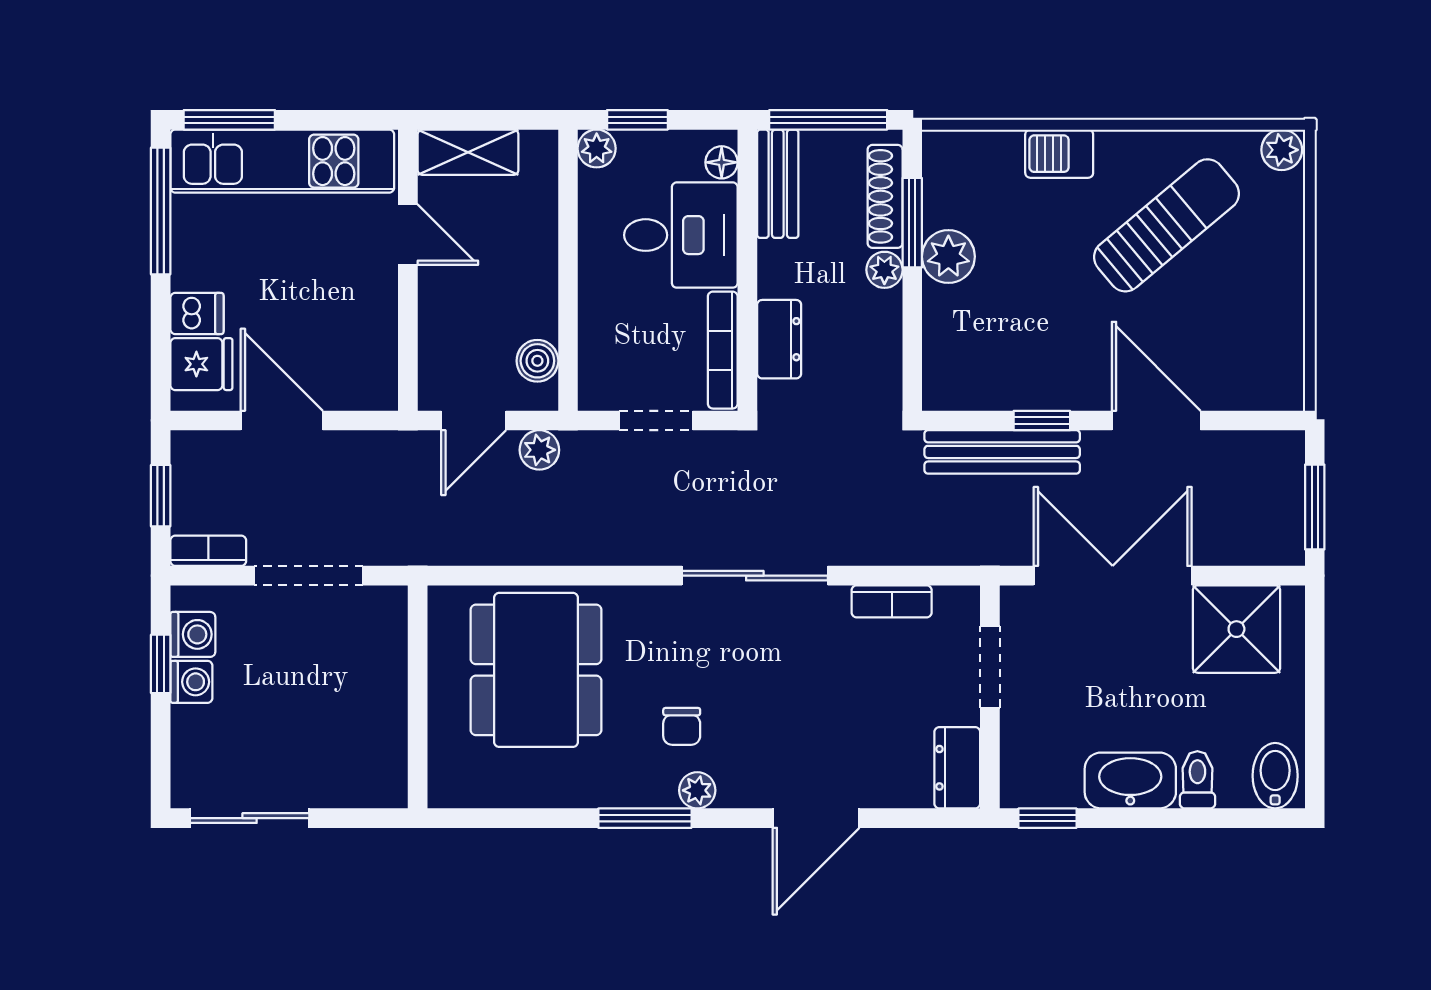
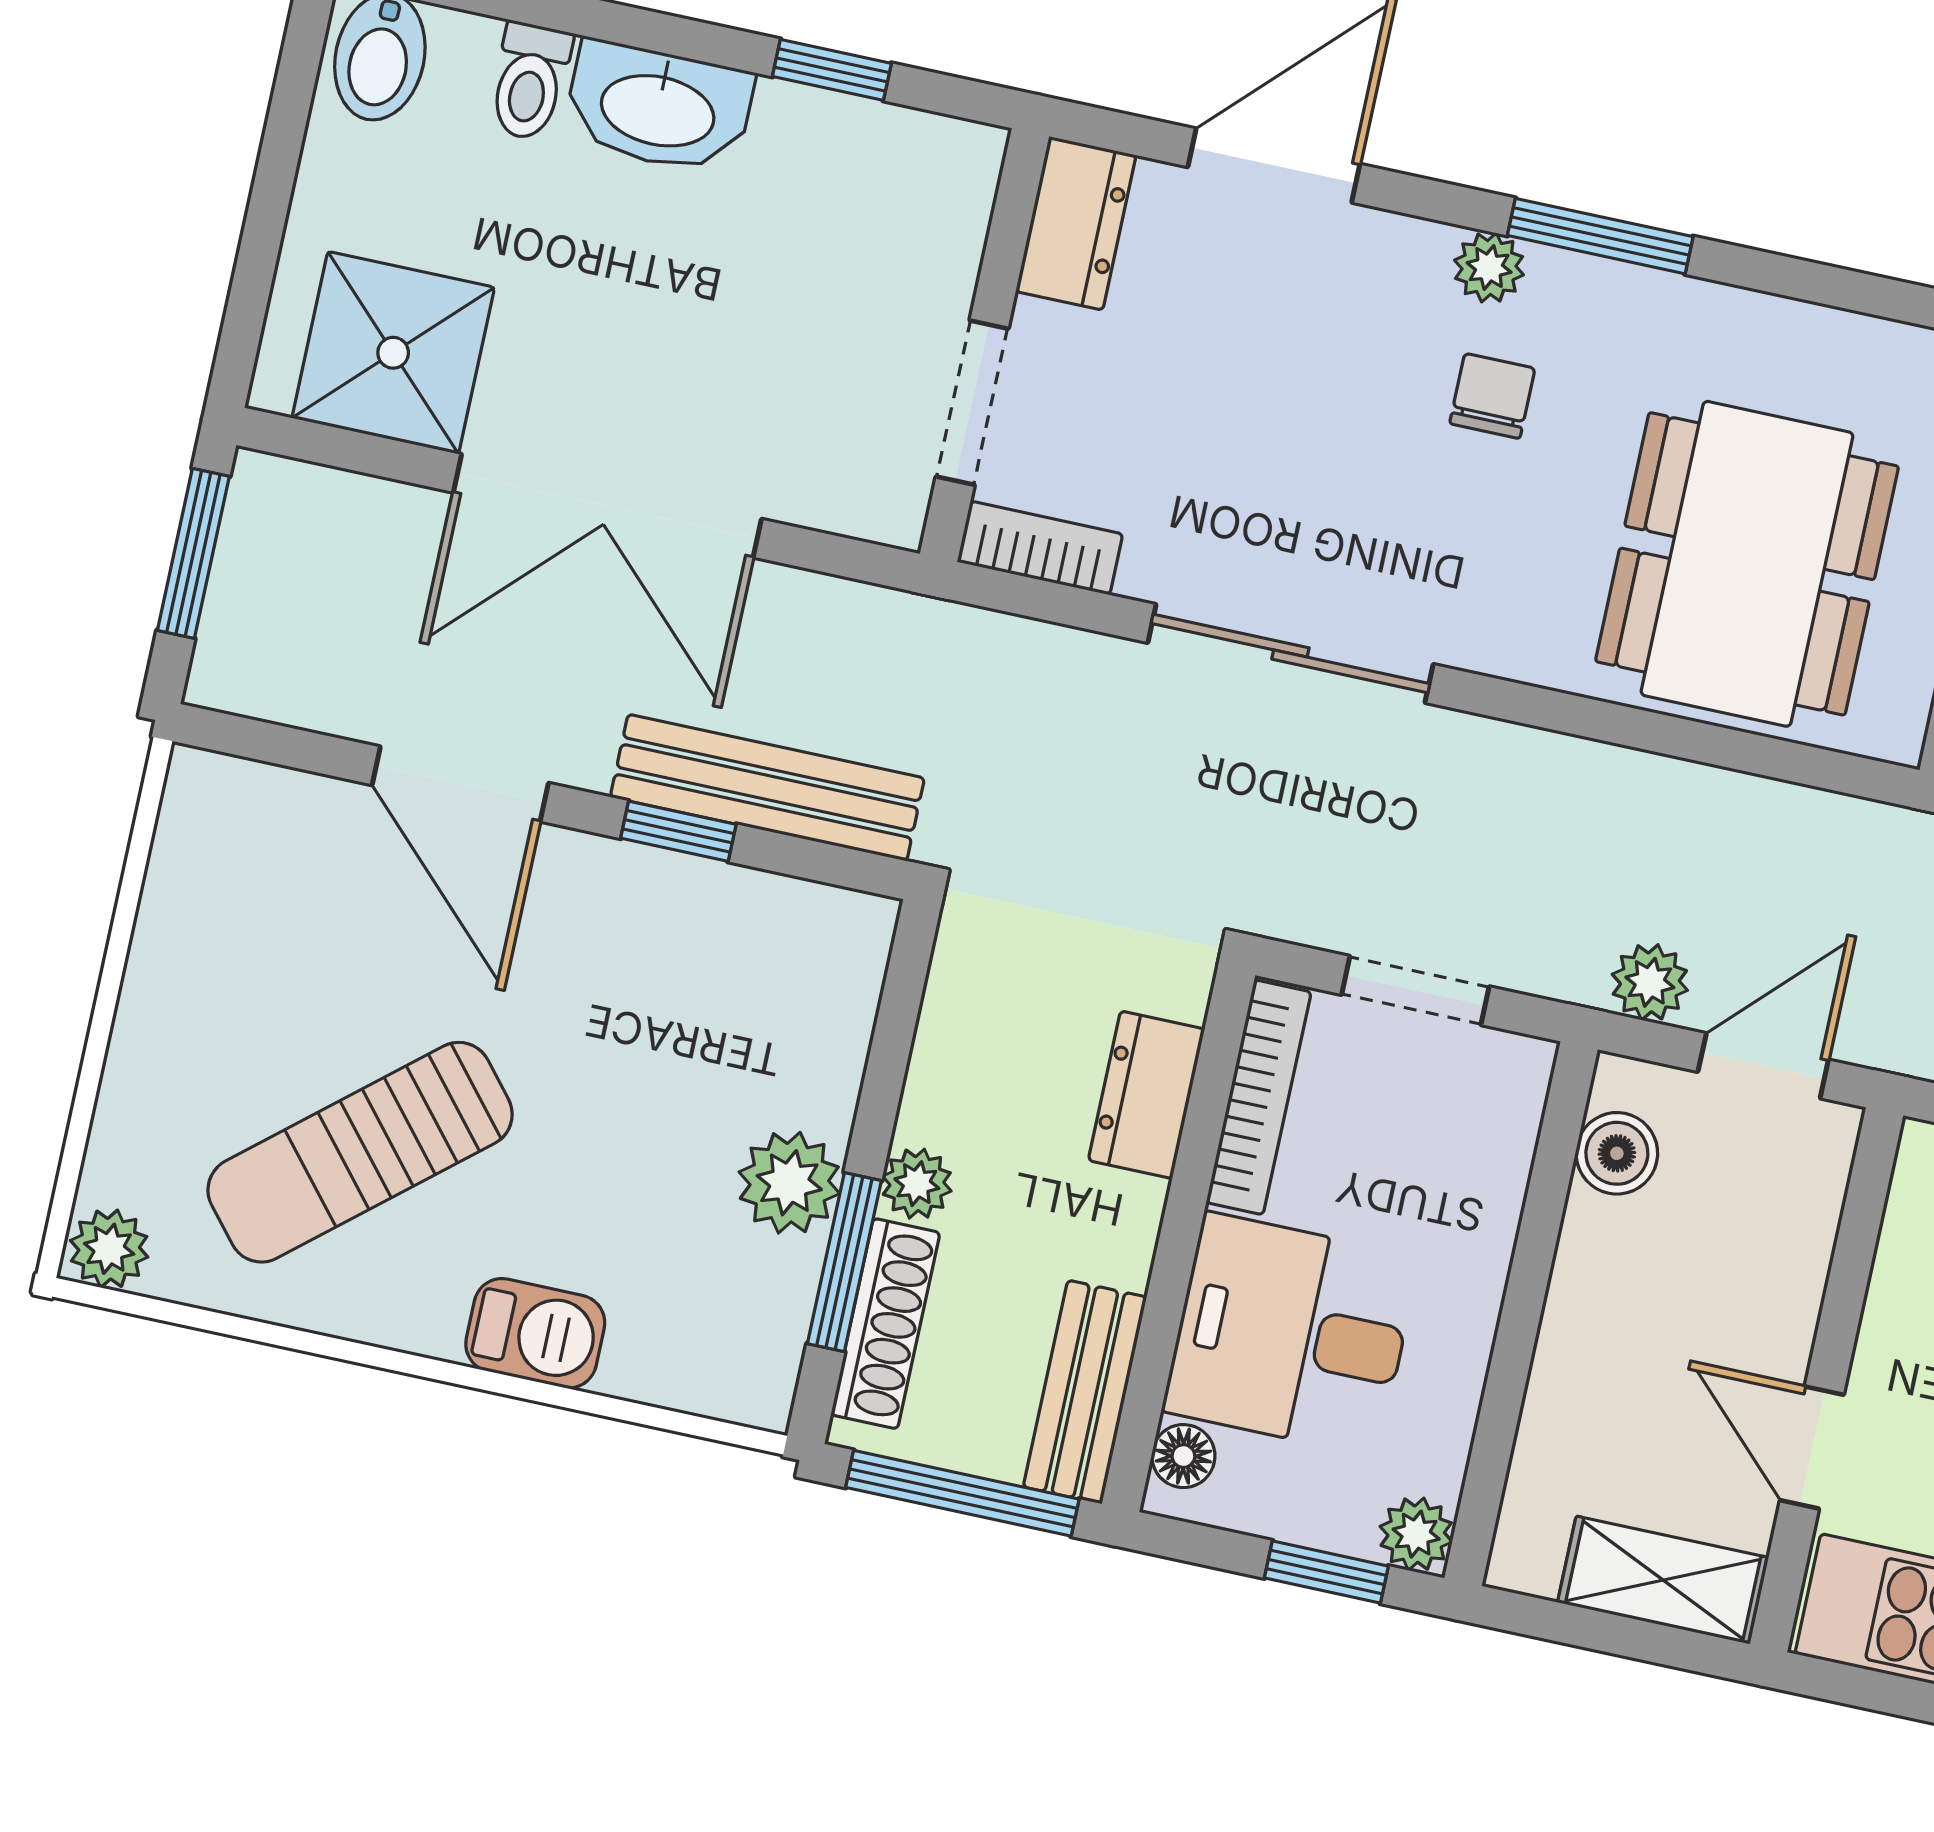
doorway: (990, 667) -> (972, 403), moved
wall: (990, 697) -> (984, 345), moved
dresser: (957, 768) -> (1076, 223), moved

